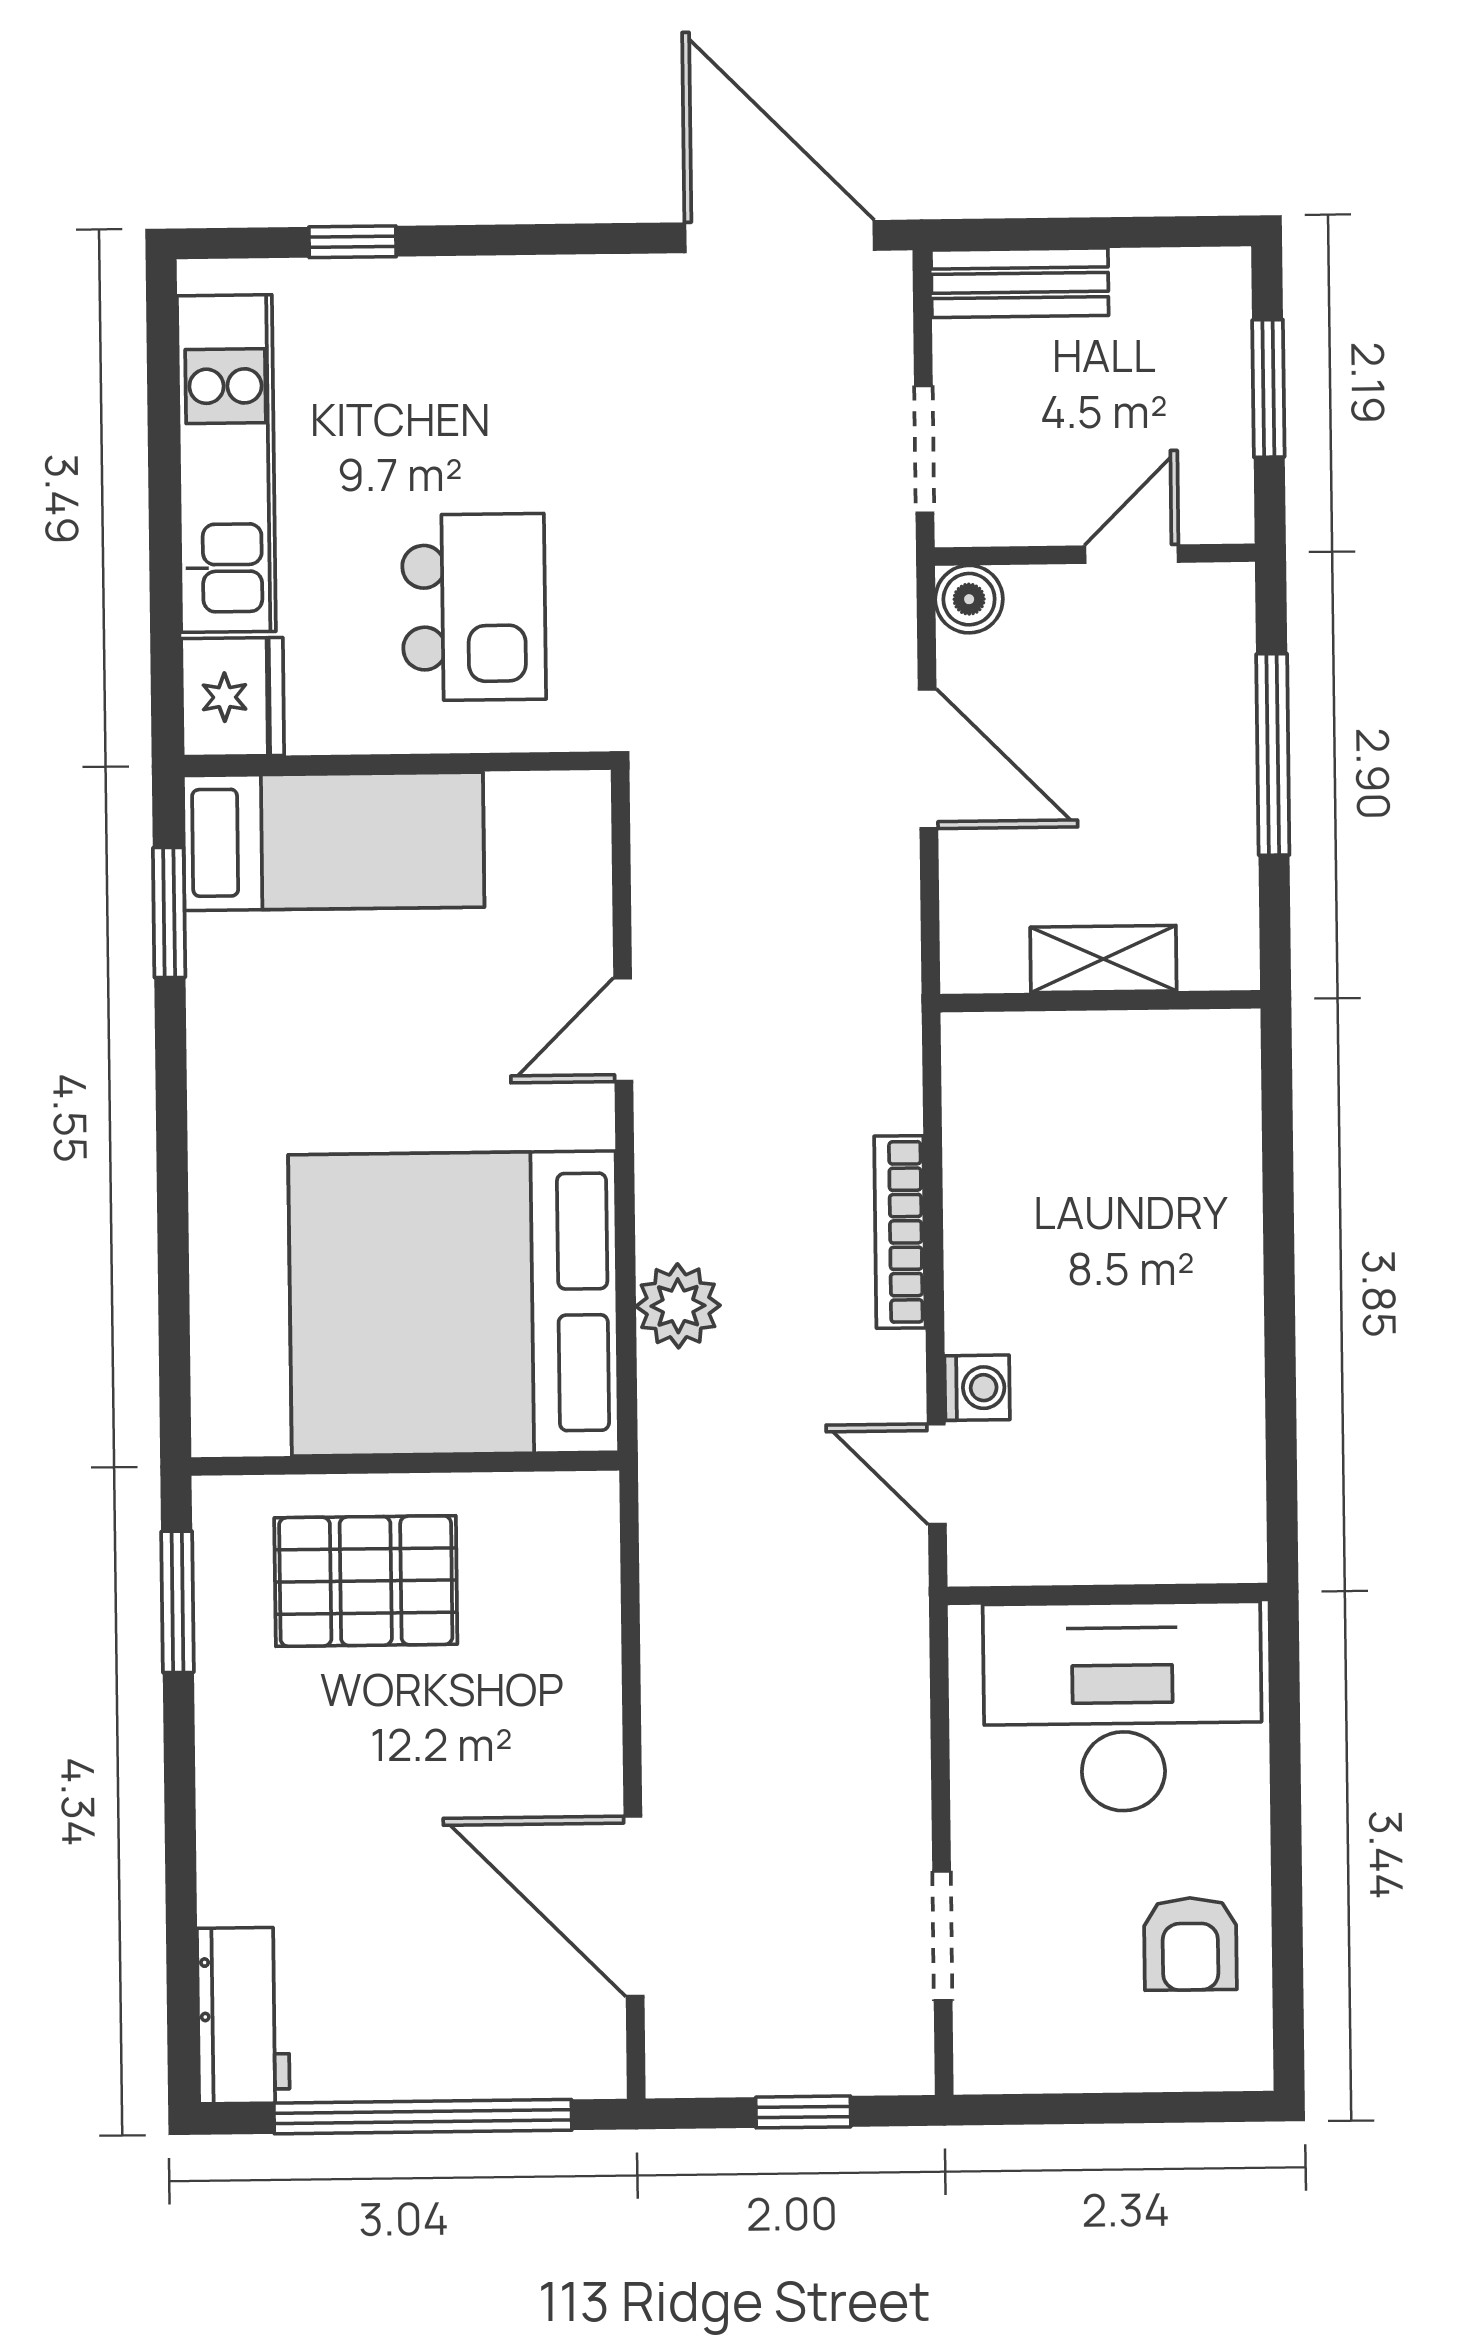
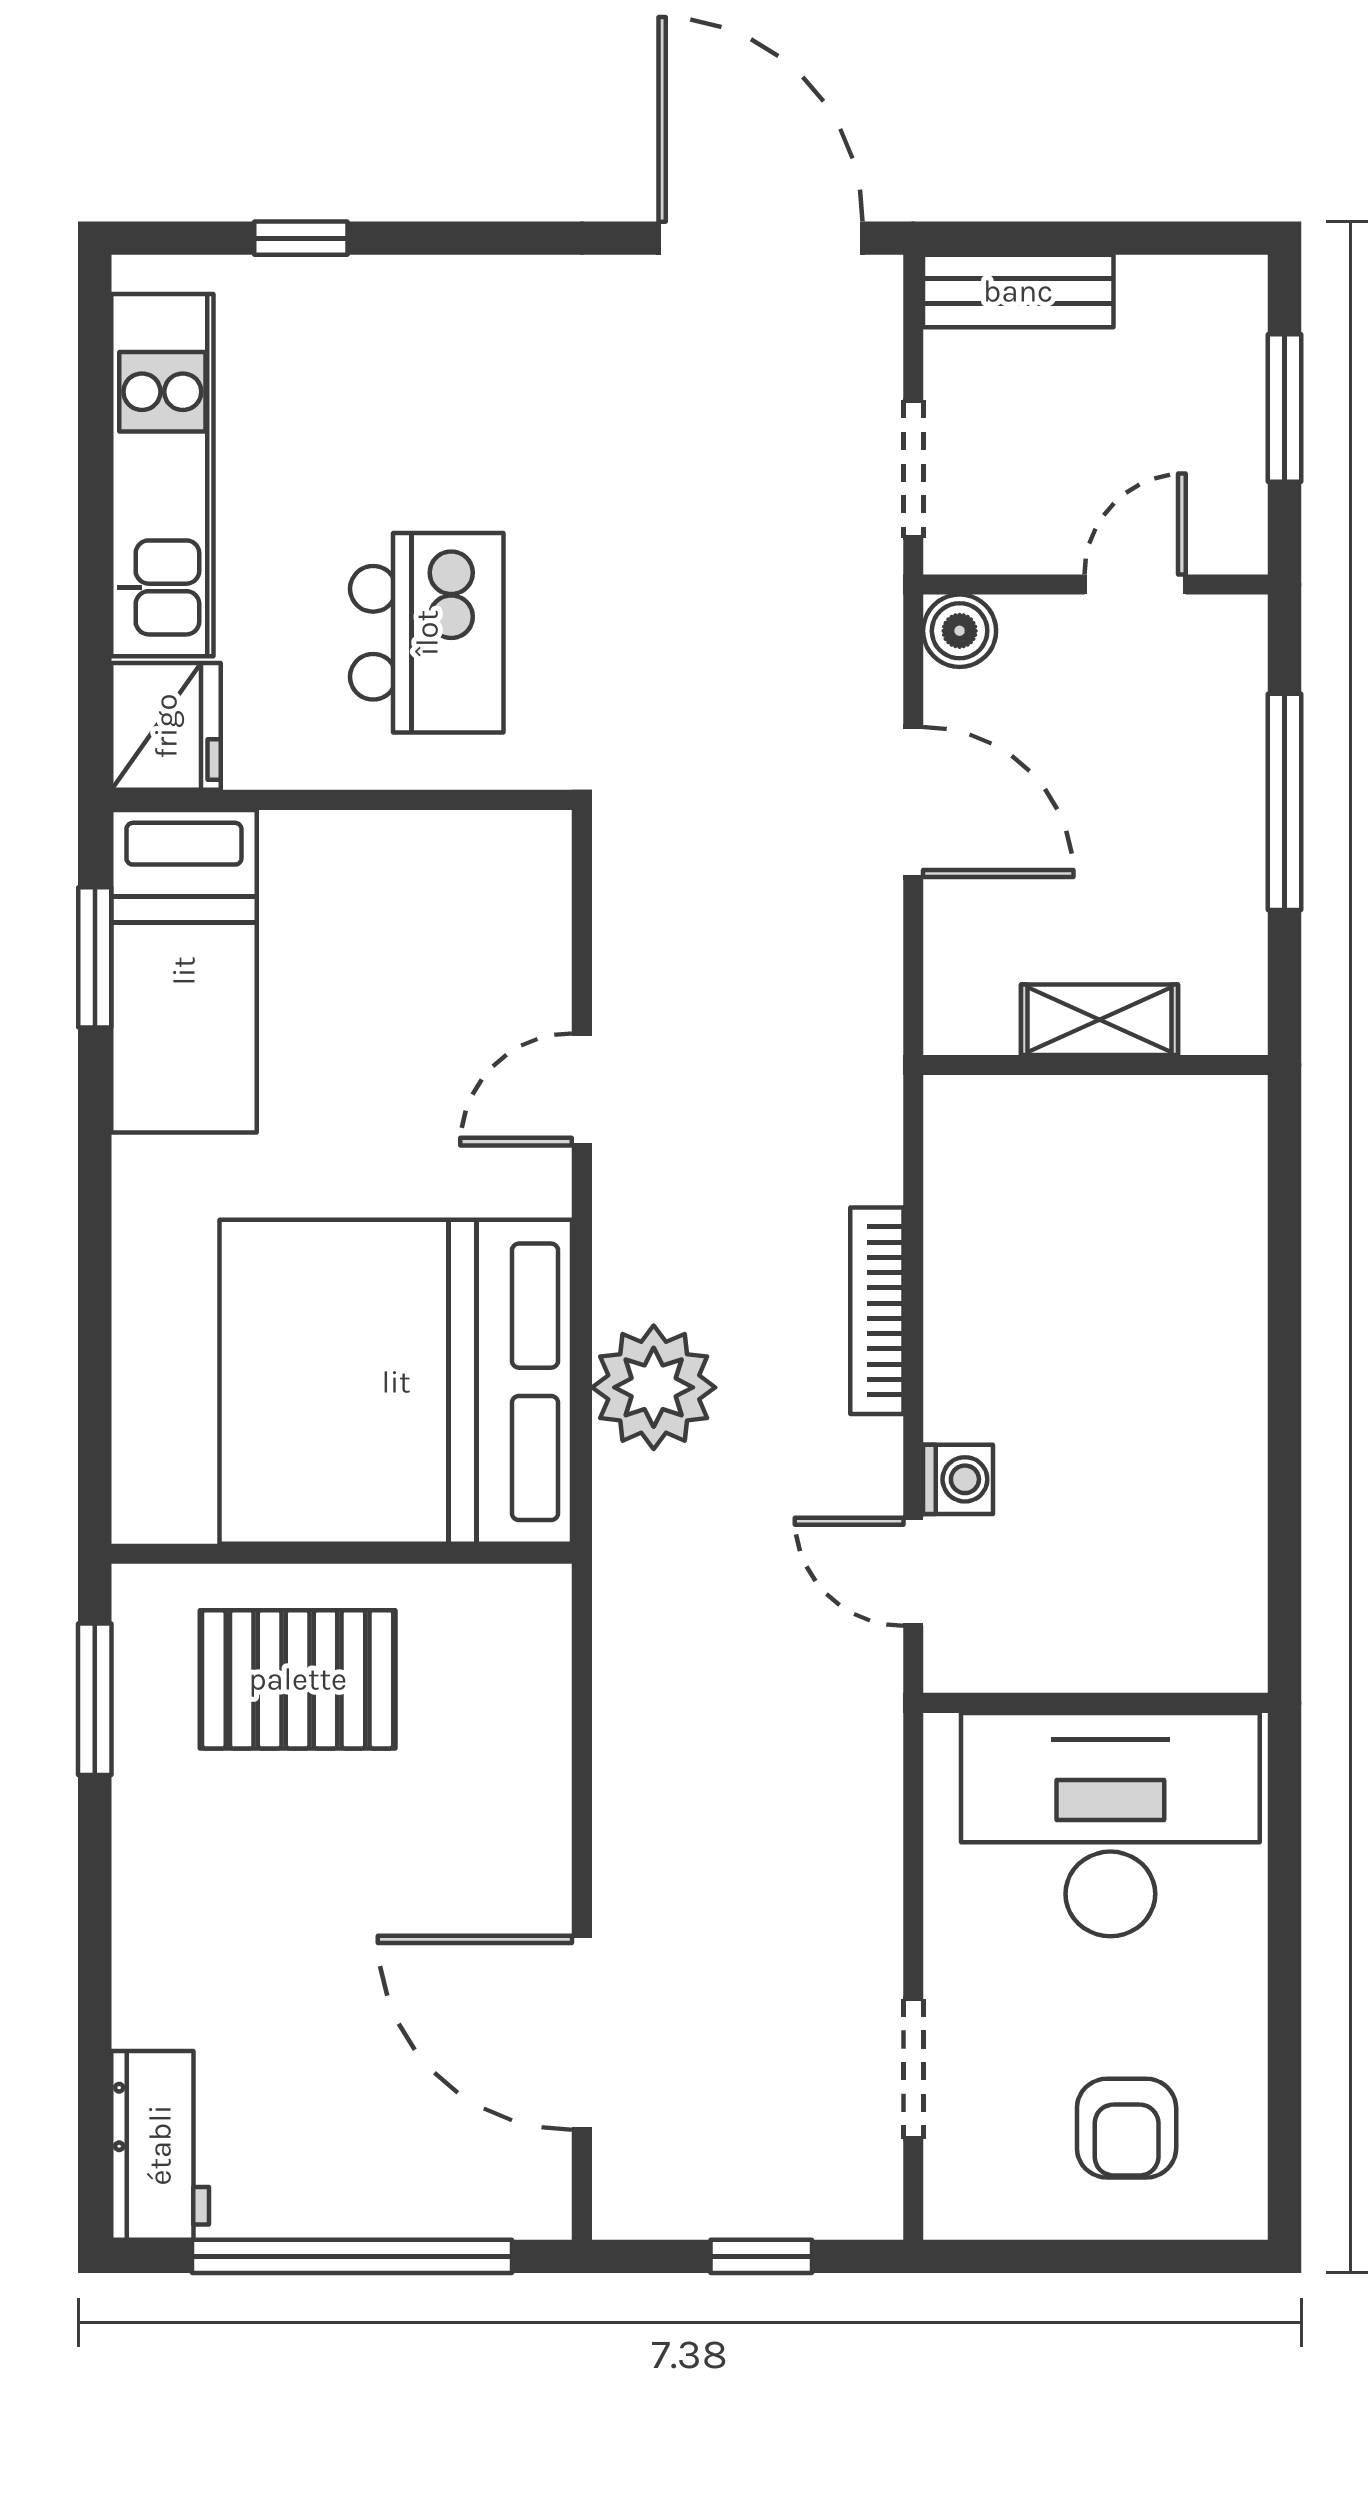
bed: (334, 841) -> (184, 971), moved, turned 90
plant: (678, 1306) -> (654, 1387), width x1.36, depth x1.36
armchair: (1190, 1944) -> (1127, 2128), moved

